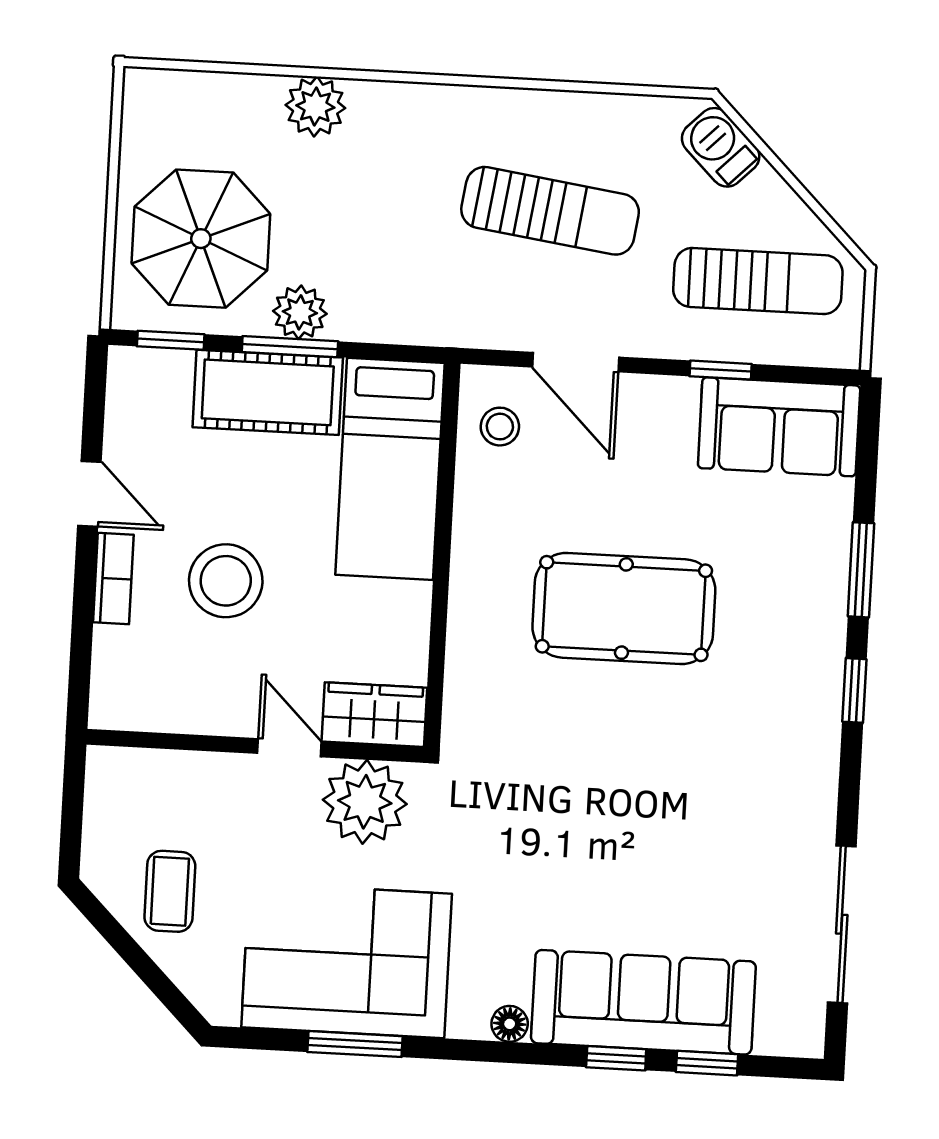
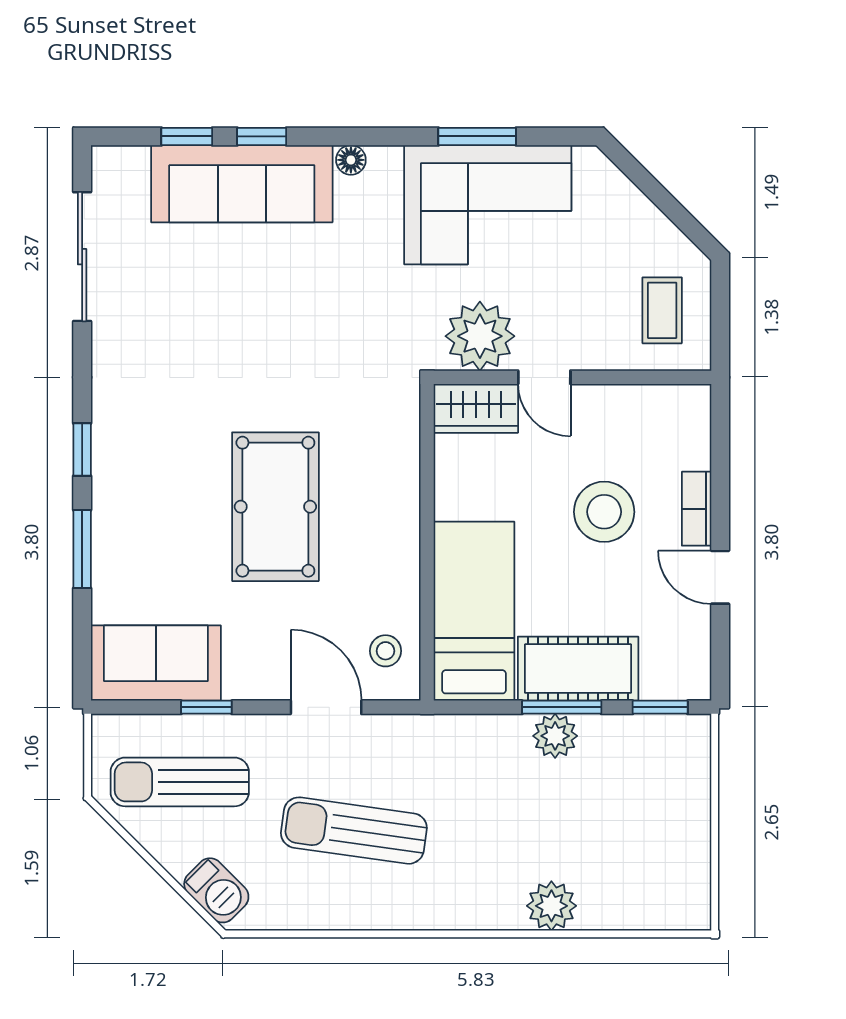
parasol: (201, 239) -> (640, 792), removed
pool table: (624, 609) -> (275, 507), turned 90
coffee table: (170, 891) -> (662, 310), moved

